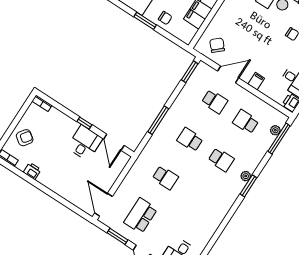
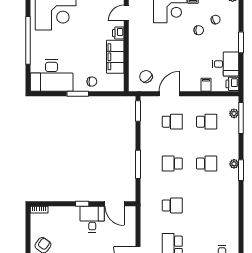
filing cabinet: (256, 81) -> (206, 85), moved
school desk: (246, 122) -> (207, 122), turned 180

